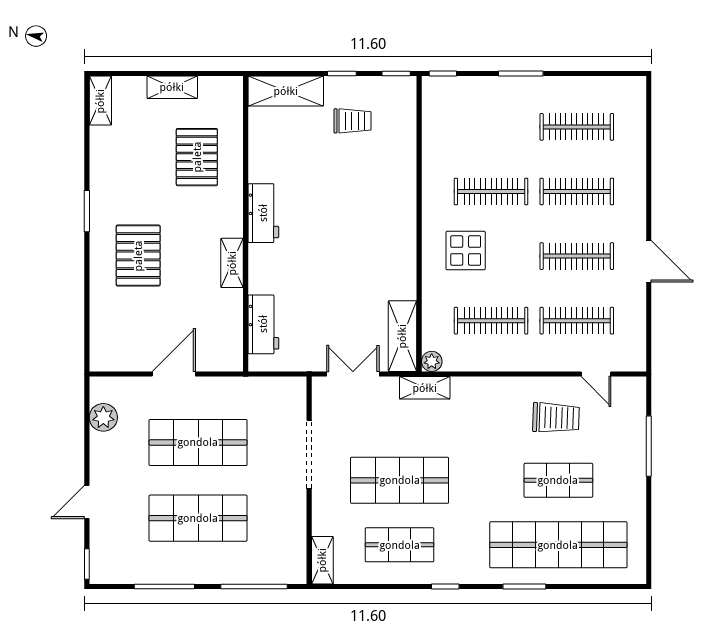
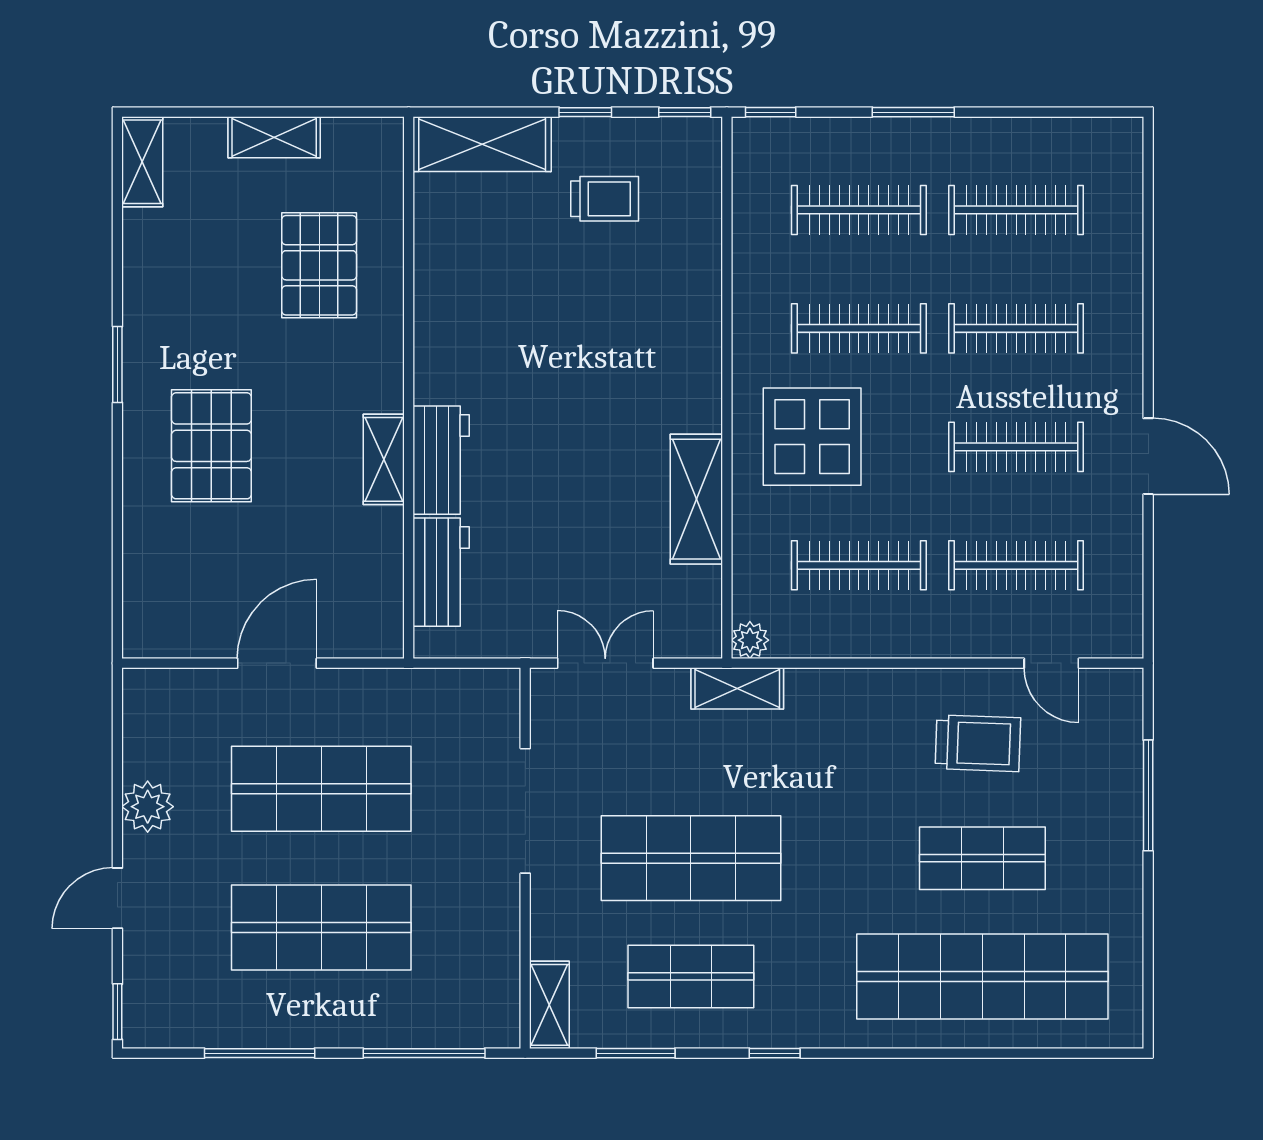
clothes rail: (491, 127) -> (859, 210), added
workbench: (263, 213) -> (441, 460), moved
display table: (466, 250) -> (812, 437), width x1.36, depth x1.36
shelving: (402, 336) -> (696, 499), moved
plant: (103, 417) -> (148, 807), moved
window: (524, 587) -> (636, 1053), moved

